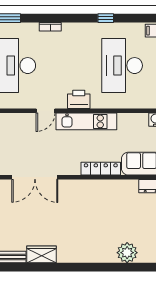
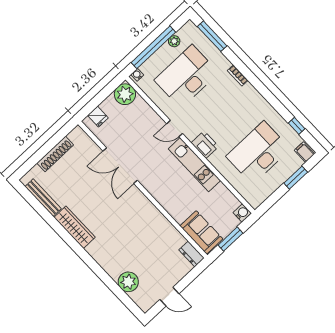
window: (106, 18) -> (297, 126), moved
locker: (101, 169) -> (170, 207), removed
wardrobe: (42, 254) -> (75, 227), width x1.50

